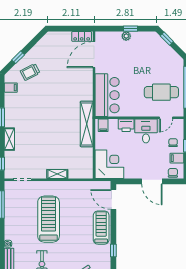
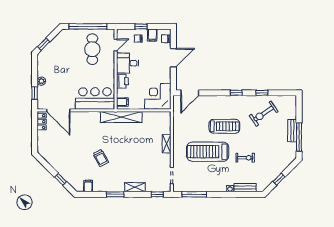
window: (130, 29) -> (35, 93), moved
trolley: (30, 72) -> (101, 158), moved
door: (166, 118) -> (116, 45), hinge flipped
treadmill: (101, 228) -> (224, 126), moved, turned 180

